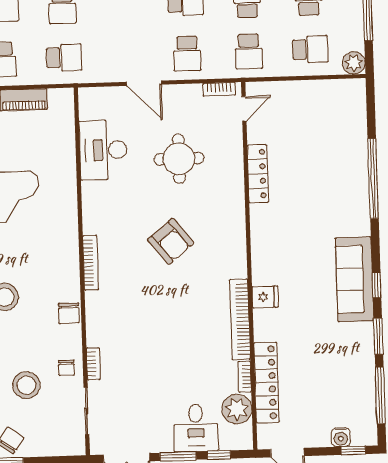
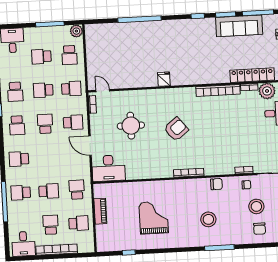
school desk: (310, 49) -> (69, 55), turned 180
door: (144, 83) -> (90, 146), swing flipped
desk: (103, 150) -> (109, 168), moved
locker: (258, 174) -> (138, 82), removed
sofa: (354, 279) -> (239, 26), moved
fridge: (265, 297) -> (164, 79), moved

